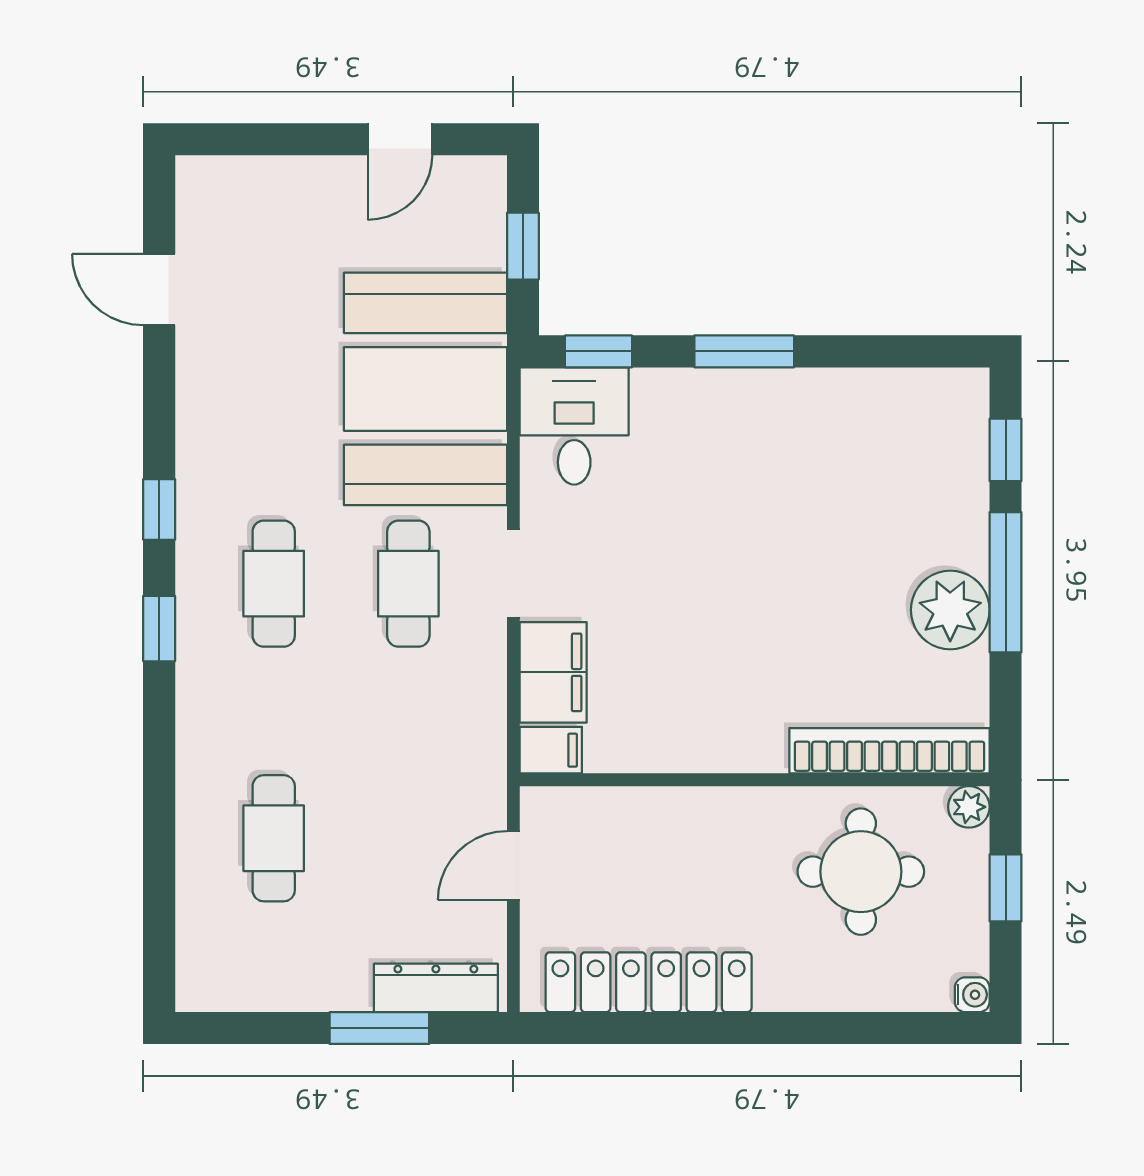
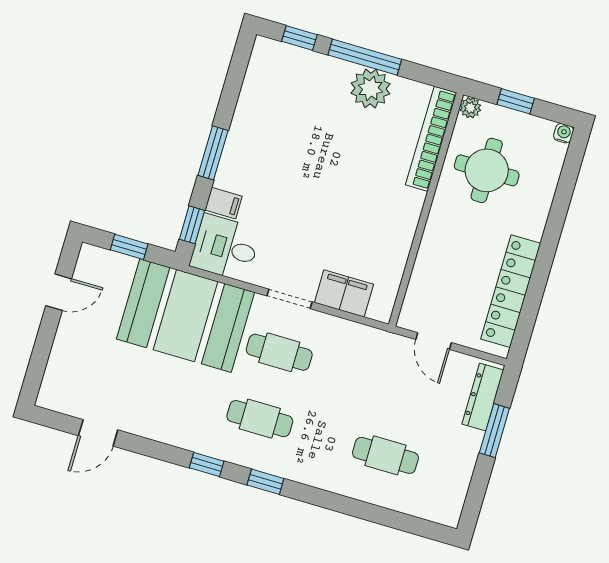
door: (400, 139) -> (59, 292), hinge flipped
filing cabinet: (551, 750) -> (224, 203), moved, turned 90

